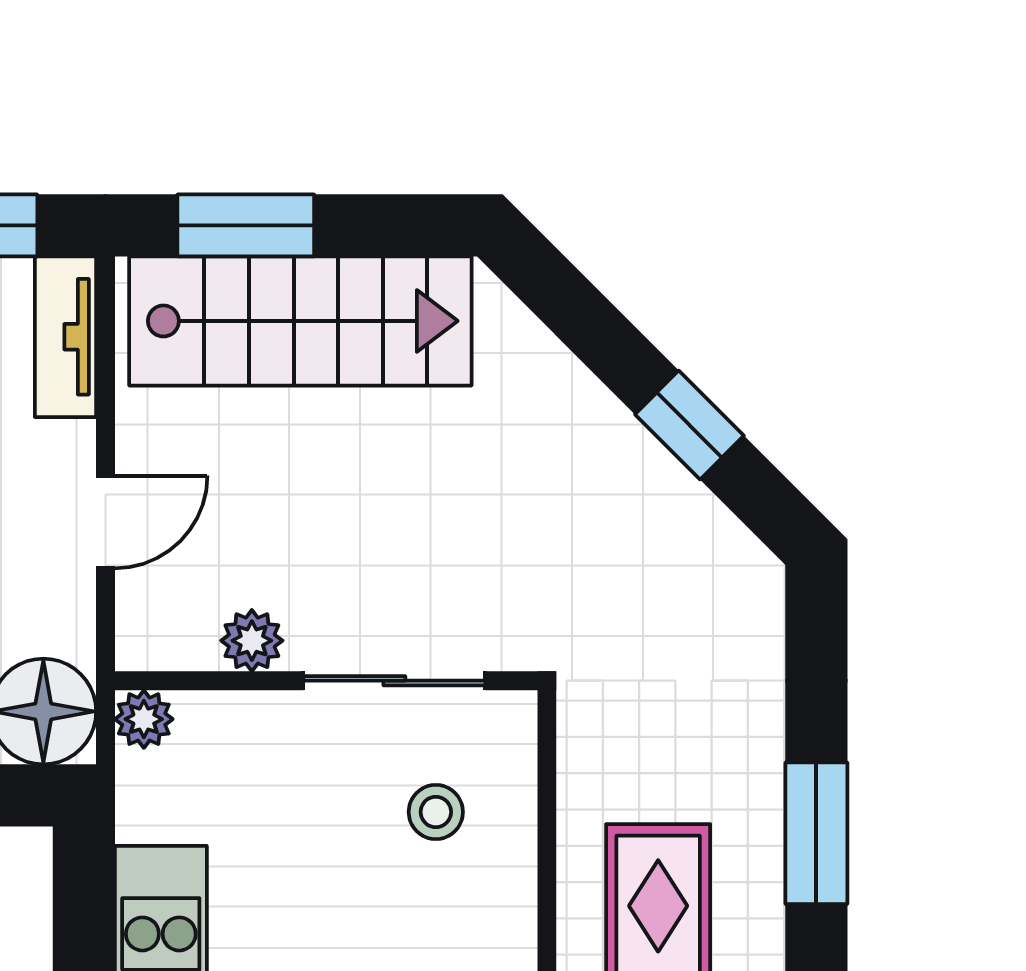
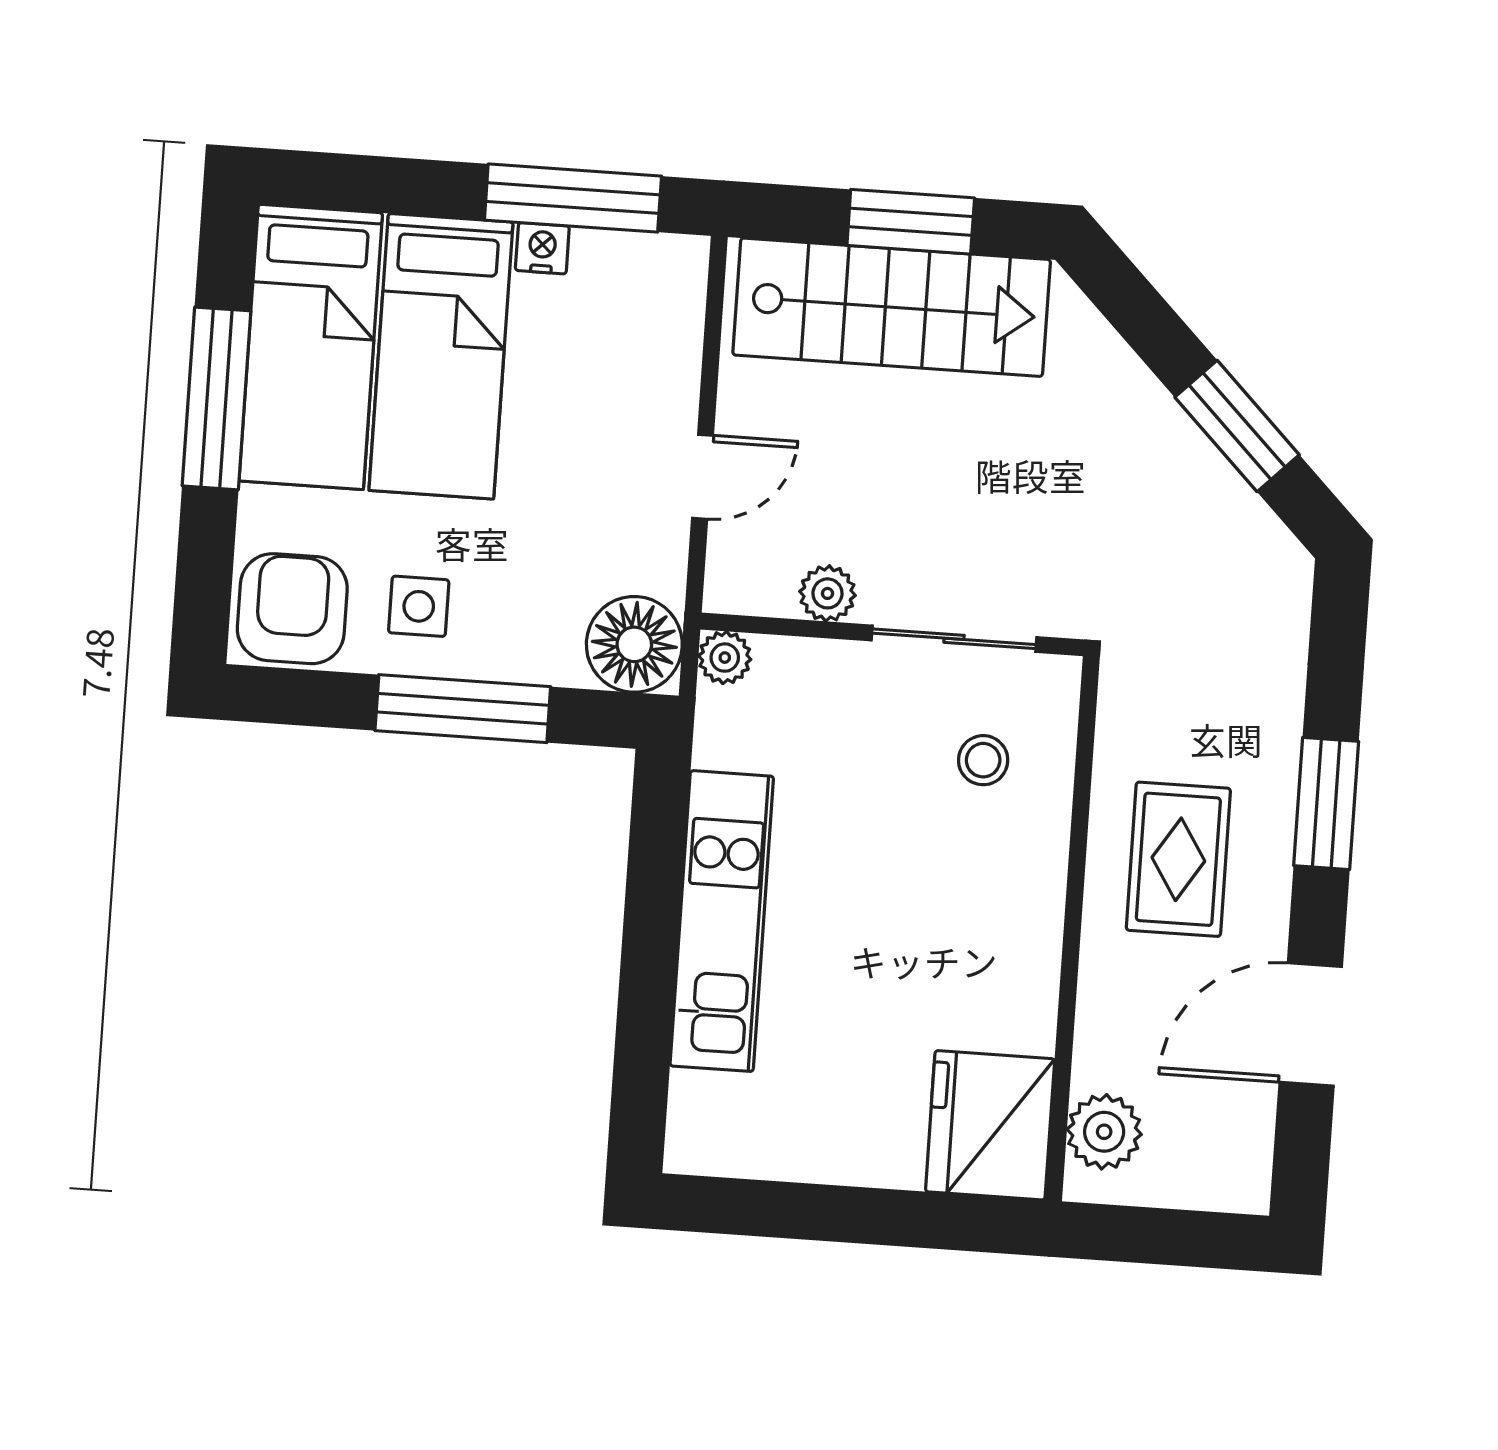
window: (246, 225) -> (911, 222), moved
tv unit: (66, 337) -> (678, 307), removed
window: (689, 425) -> (1237, 426), width x1.50

